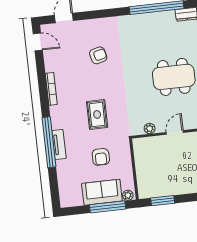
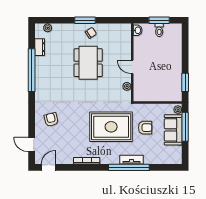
armchair: (98, 55) -> (51, 120), moved
rug: (97, 115) -> (111, 127), width x1.86, depth x2.06

